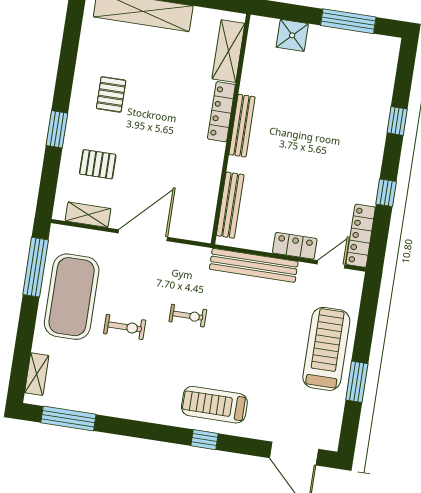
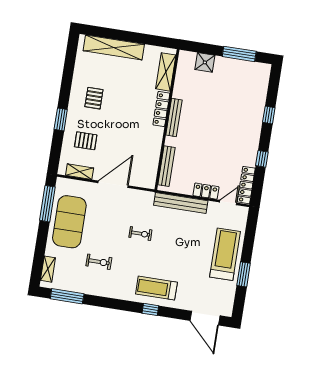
exercise bike: (125, 327) -> (99, 262), moved

